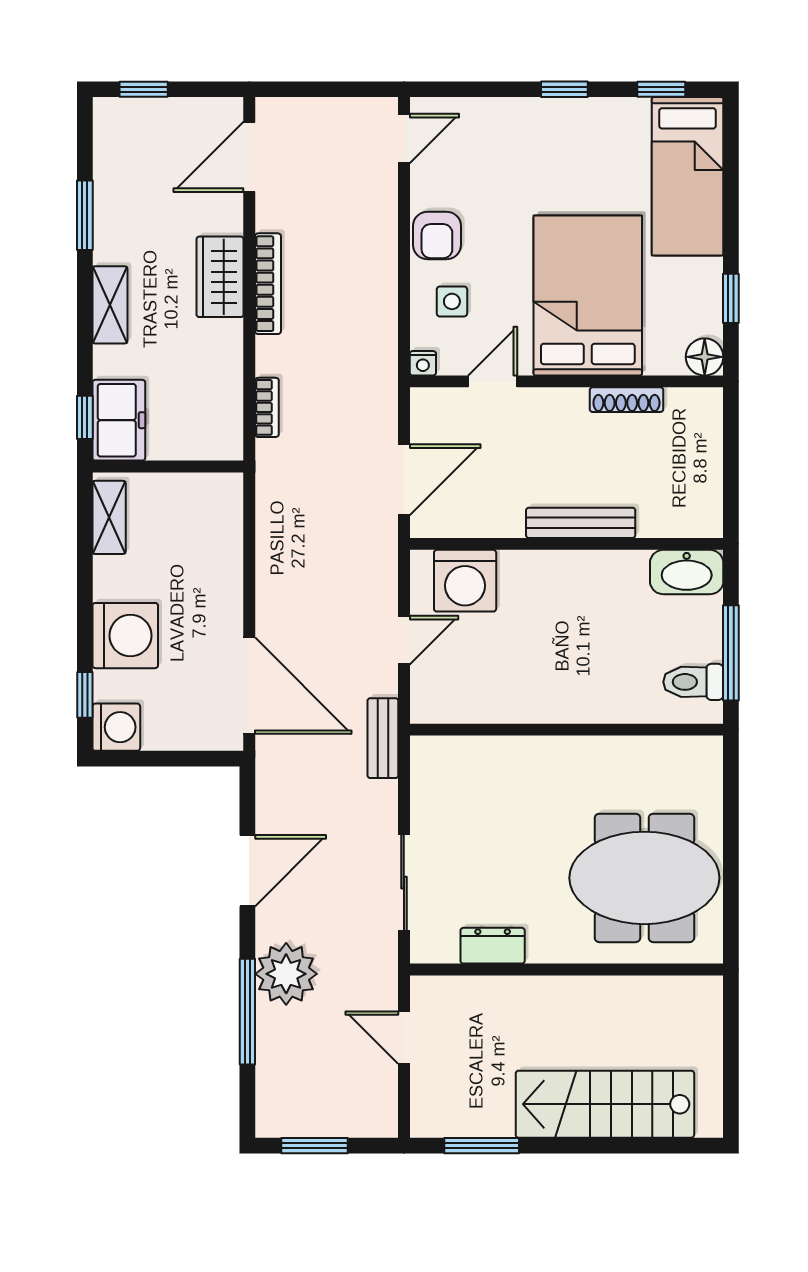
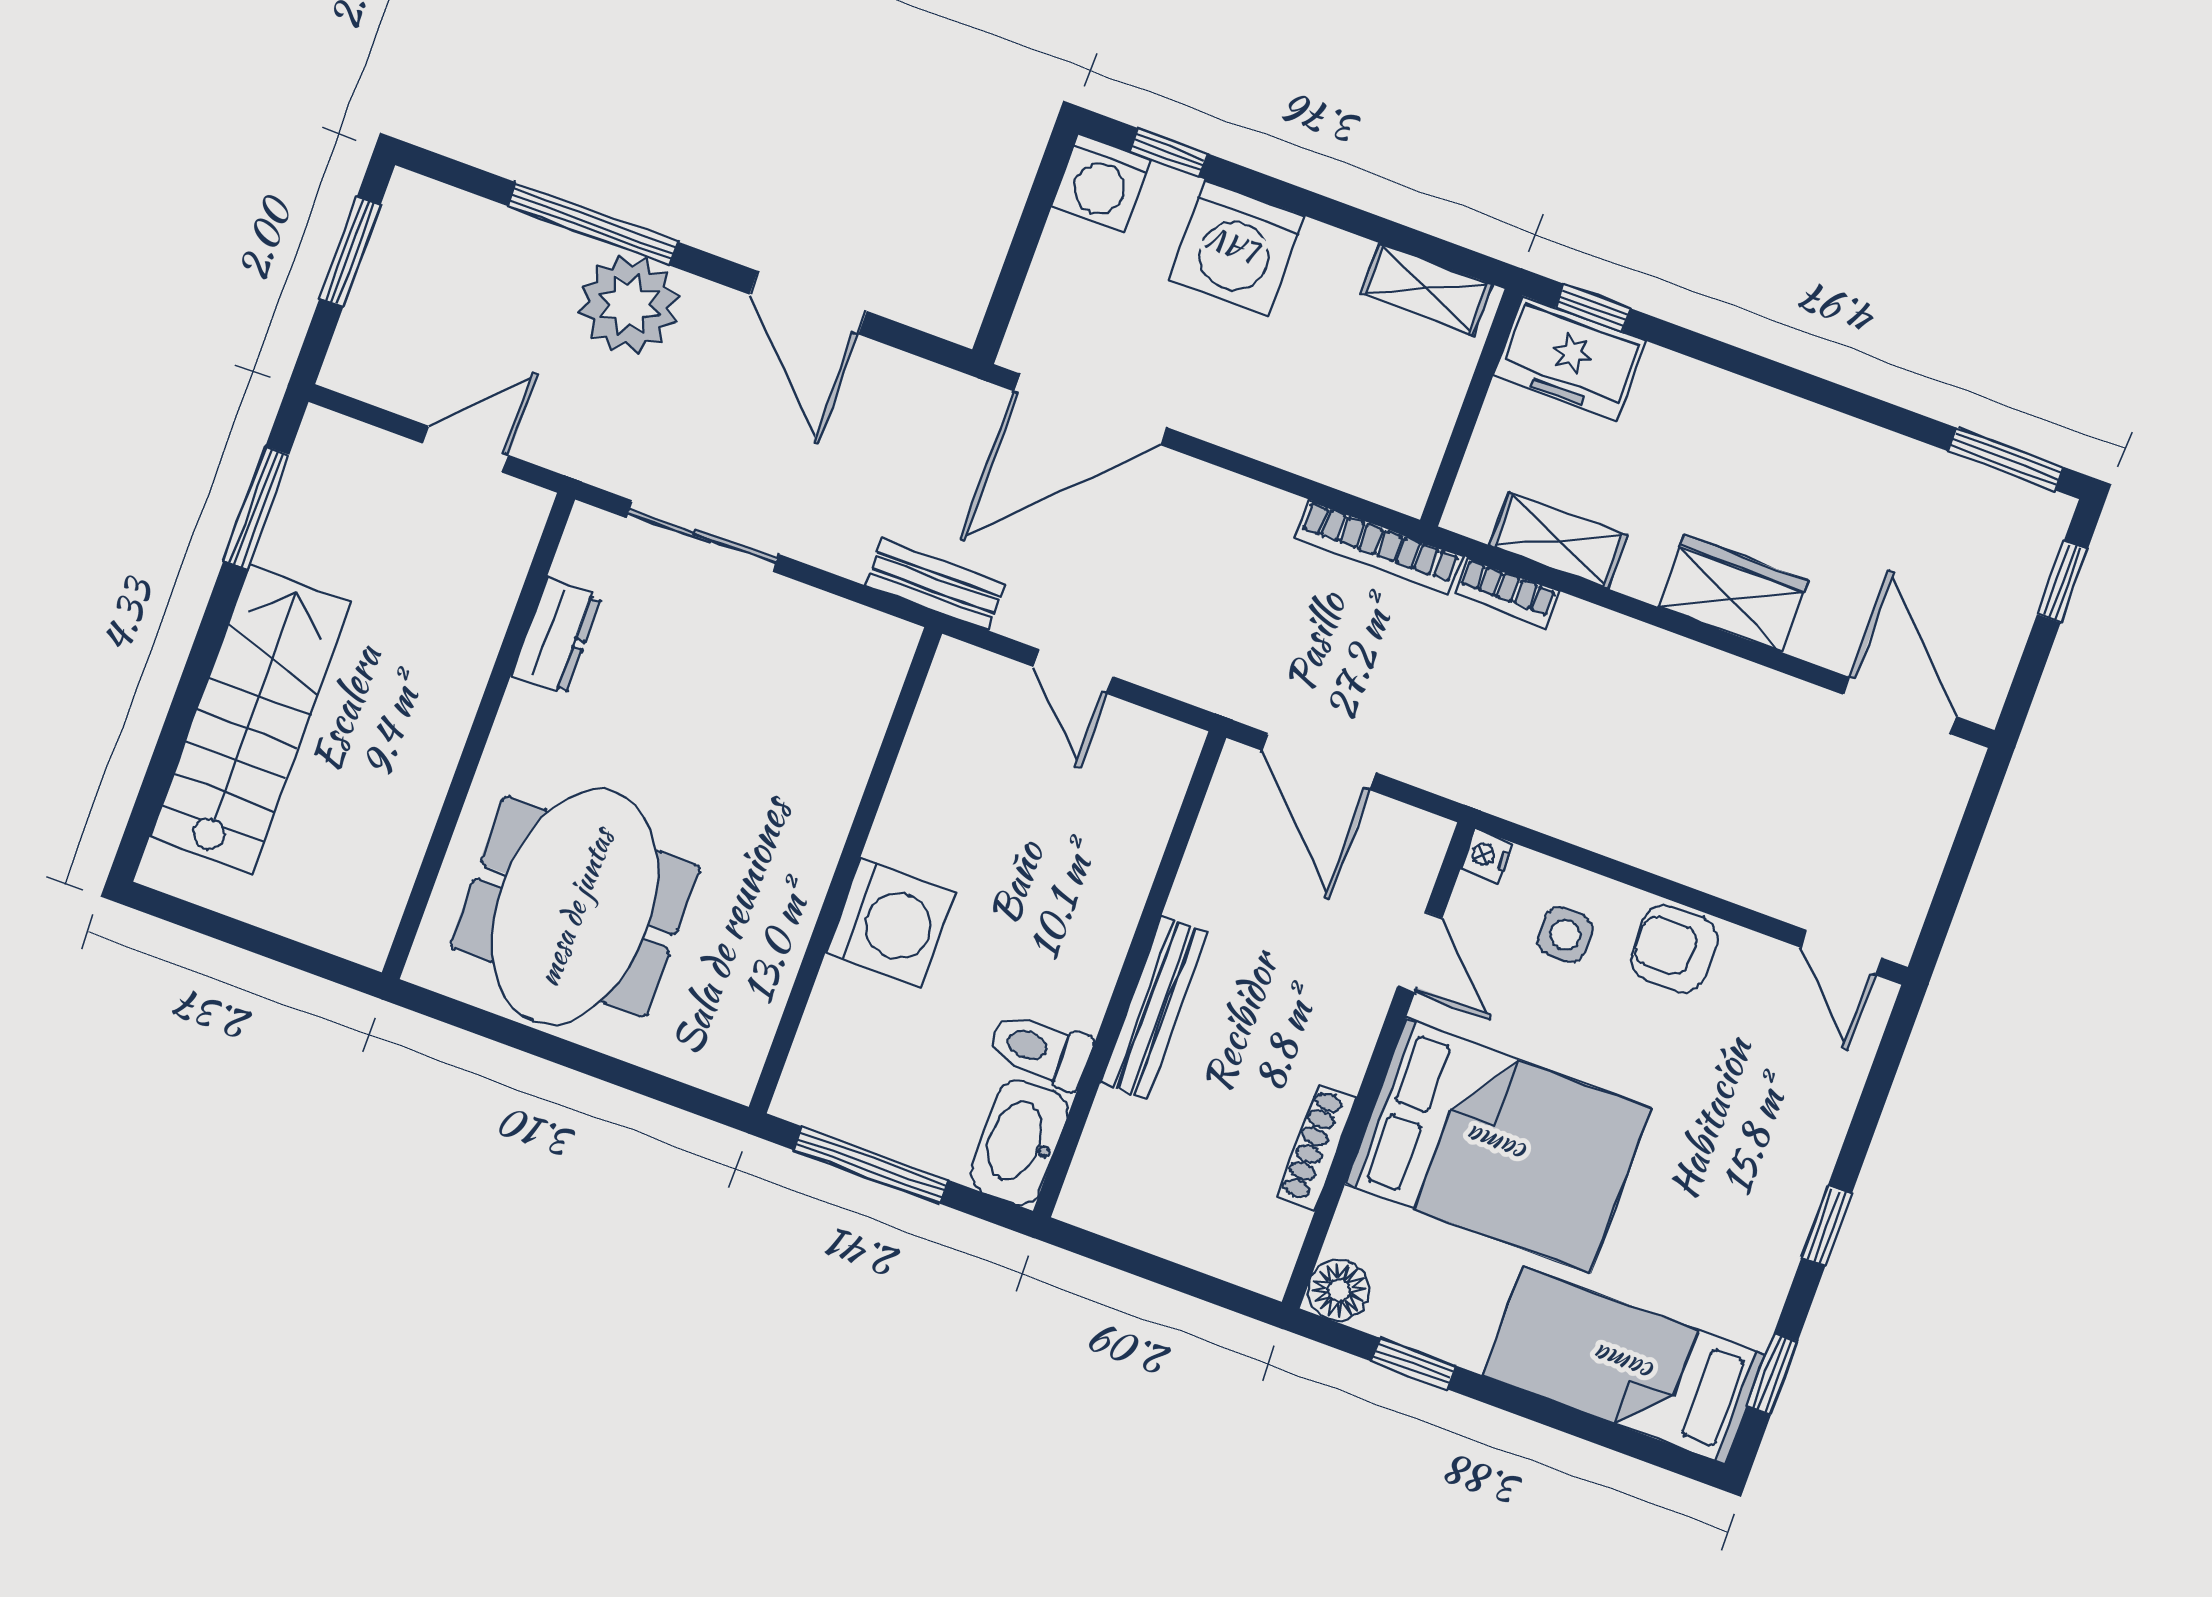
window: (85, 215) -> (2006, 459), moved
bookcase: (268, 284) -> (1378, 547), moved
shelving: (110, 305) -> (1558, 540), moved
washing machine: (465, 581) -> (890, 923), moved, turned 180
toilet: (693, 682) -> (1040, 1050), moved, turned -90

